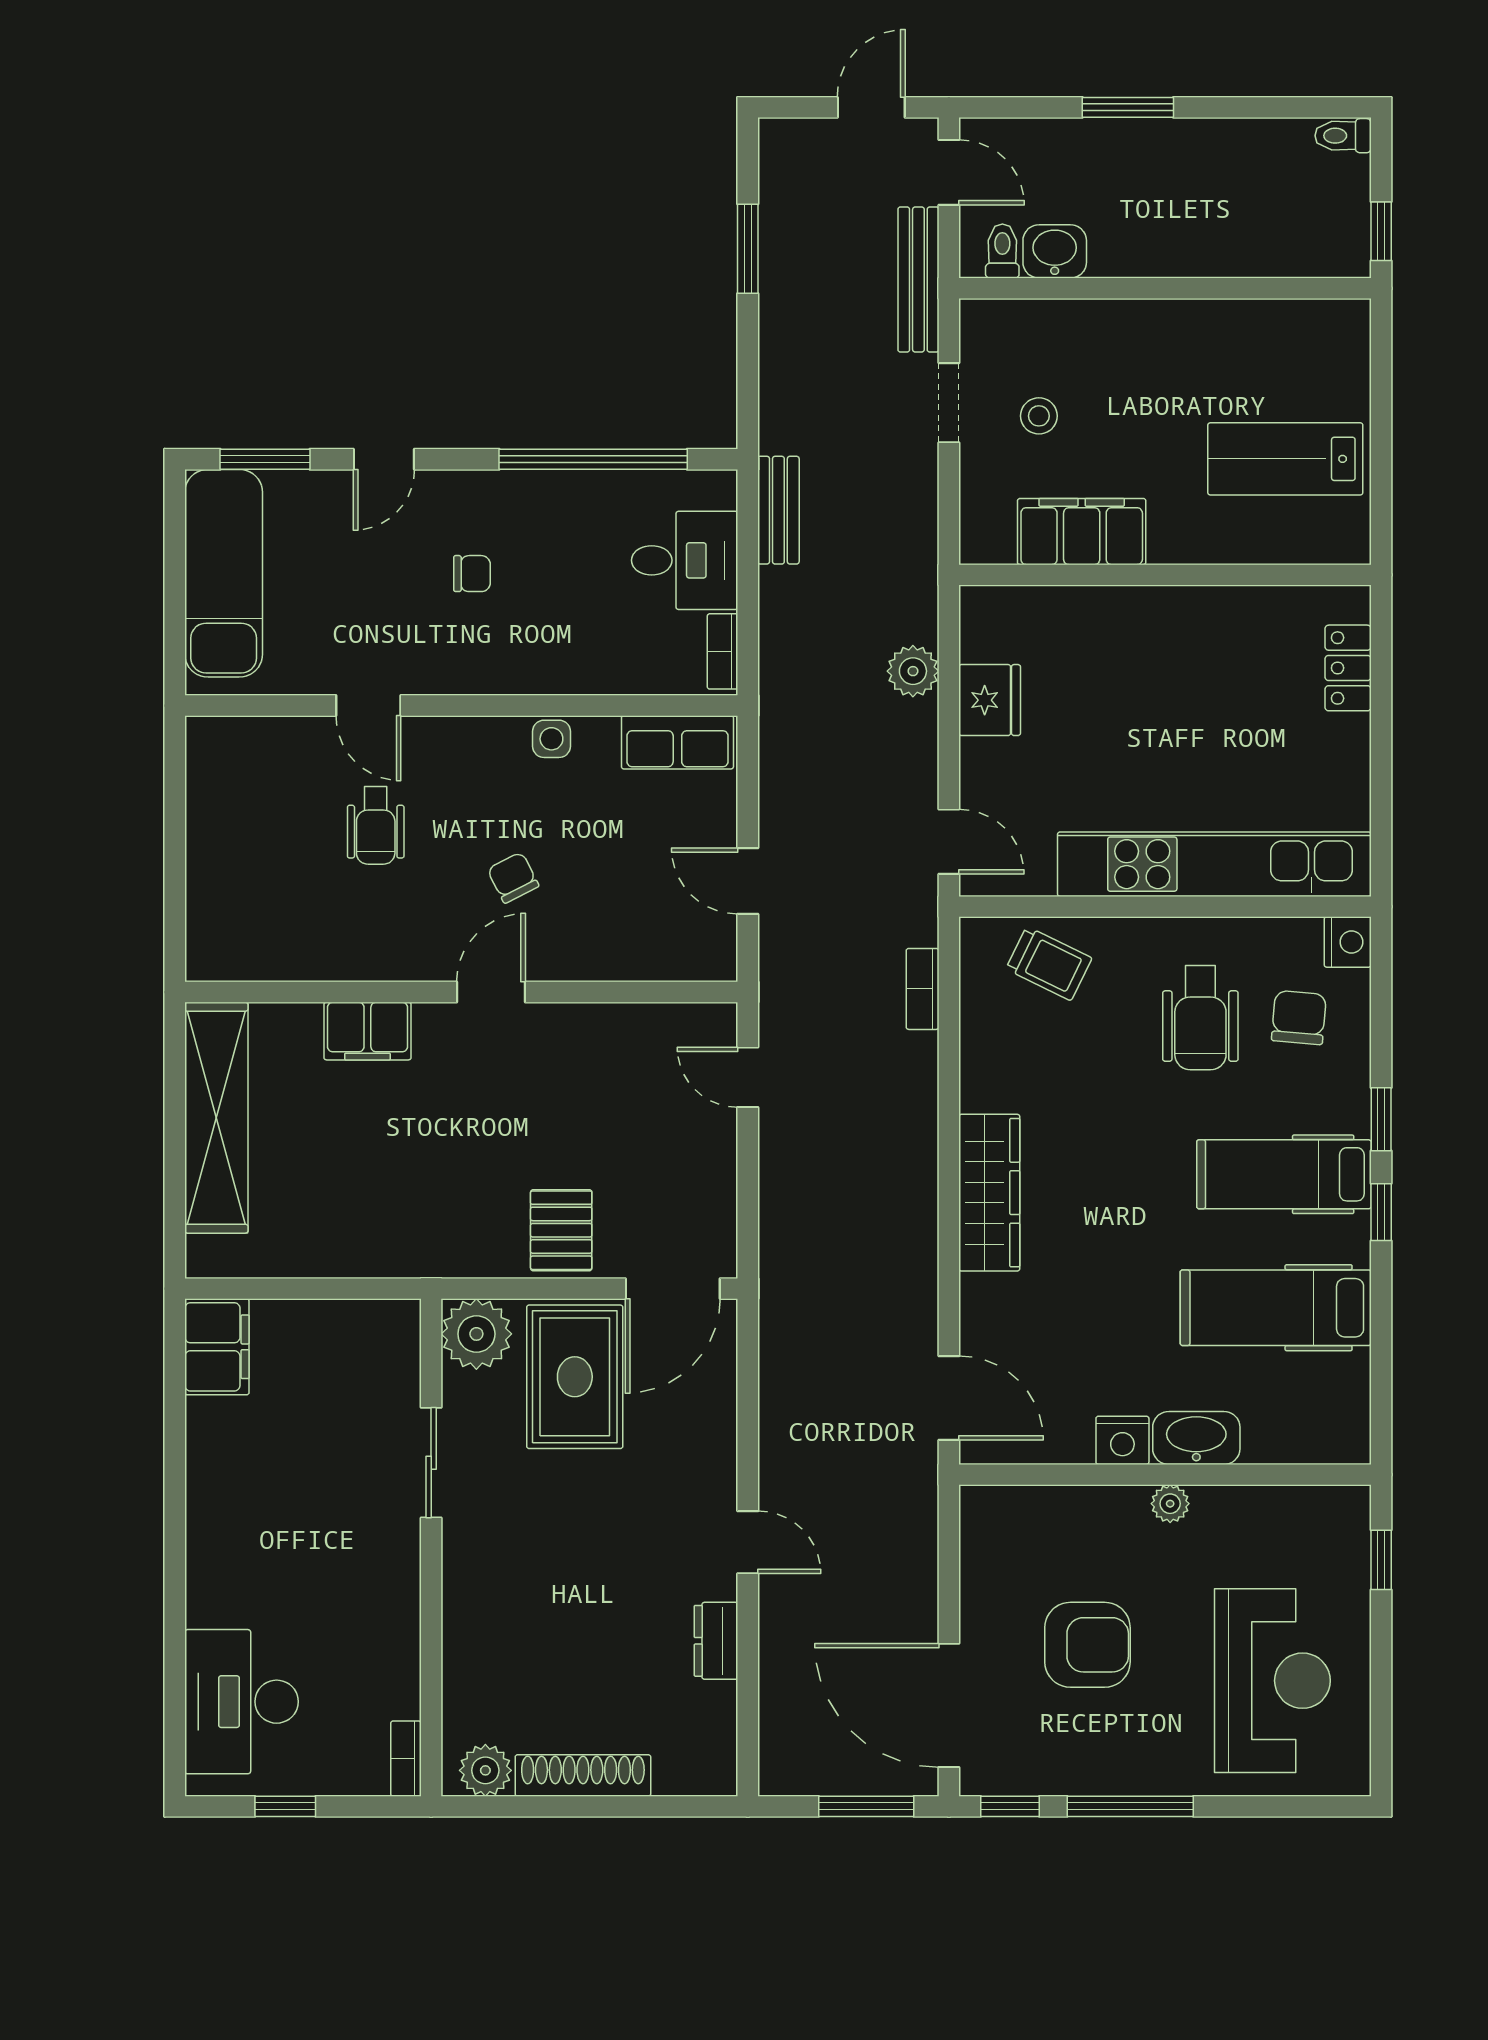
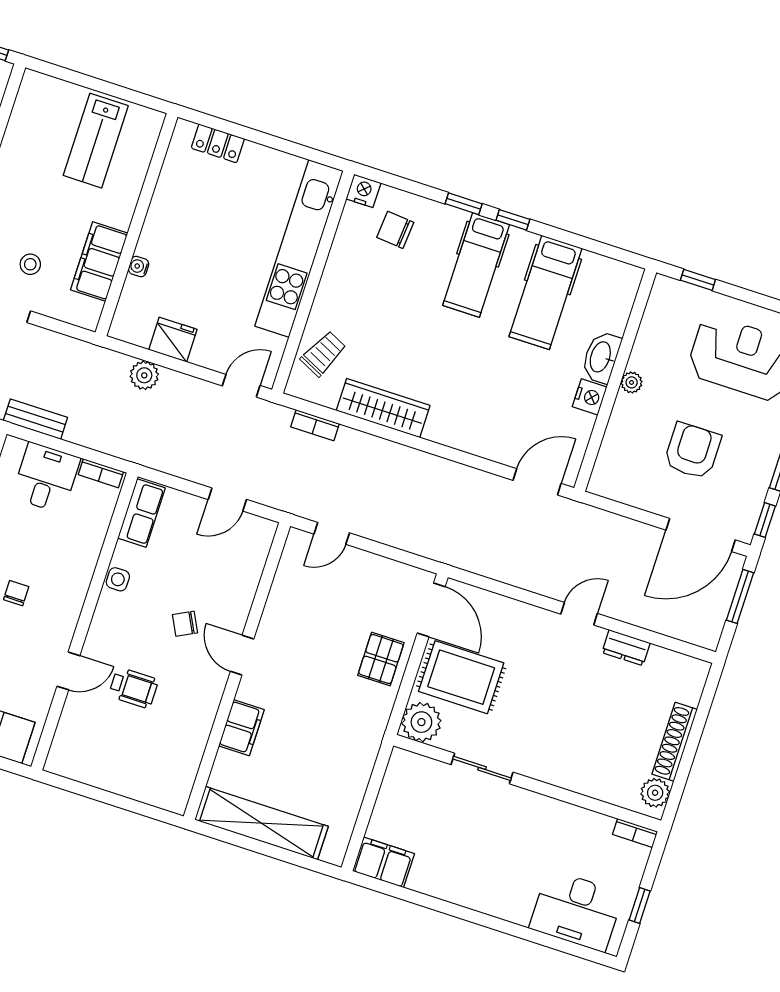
water cooler: (1095, 601) -> (139, 267), added
wheelchair: (1200, 1018) -> (378, 282), removed
wardrobe: (989, 1193) -> (383, 408), moved
pallet: (561, 1230) -> (381, 659), turned 90

